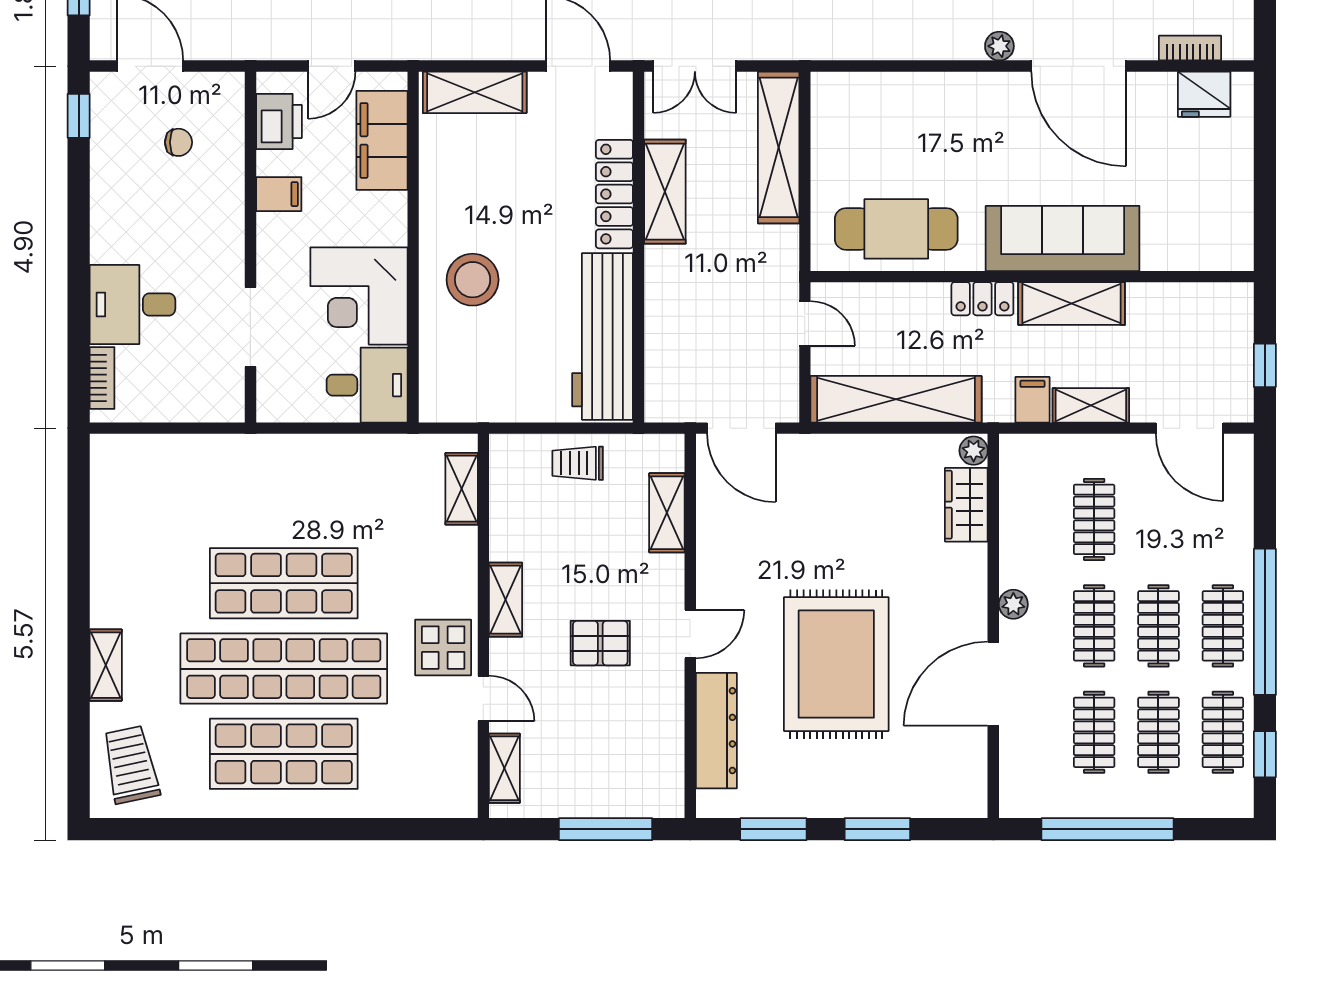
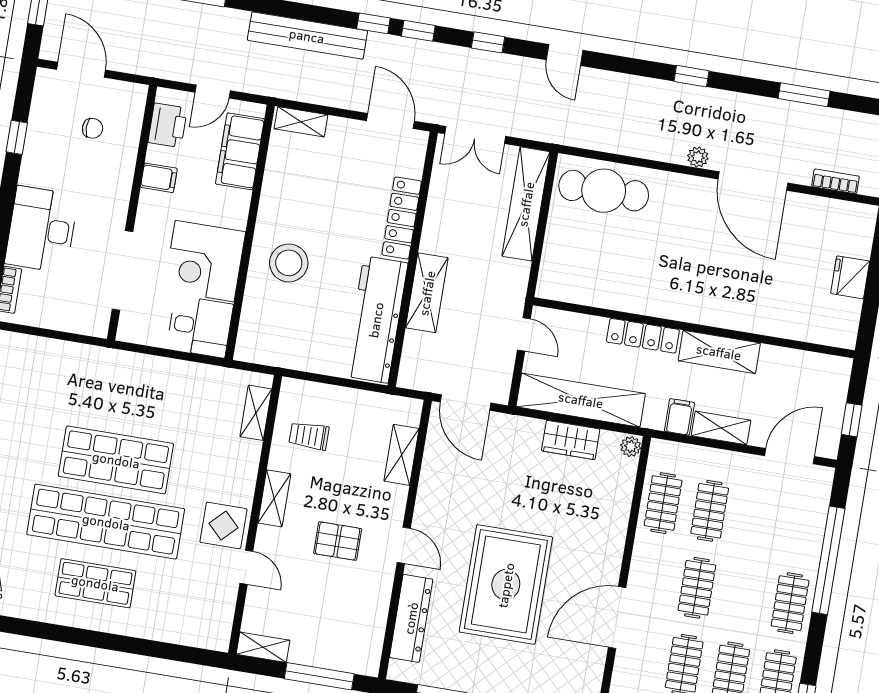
shelving: (475, 92) -> (301, 122), width x0.67, depth x0.75
fridge: (1204, 94) -> (850, 277), moved, turned 90
window: (79, 116) -> (17, 137), moved
shelving: (665, 192) -> (427, 293), moved
cafe table: (896, 229) -> (604, 191), moved
sofa: (1063, 238) -> (720, 304), removed
locker: (982, 299) -> (643, 336), width x1.53
desk: (133, 304) -> (42, 229), width x1.37
doorway: (250, 327) -> (122, 271), width x1.36
door: (1189, 428) -> (790, 456), swing flipped
trolley: (578, 463) -> (309, 436), moved
wardrobe: (966, 505) -> (571, 440), moved, turned -90
plant: (1013, 604) -> (641, 562), removed
window: (1265, 622) -> (828, 560), moved
clothes rail: (1158, 626) -> (663, 503), moved
door: (690, 634) -> (404, 545), hinge flipped
shop shelf: (284, 754) -> (95, 583), width x0.70, depth x0.74
shelving: (504, 768) -> (263, 647), moved, turned 90

